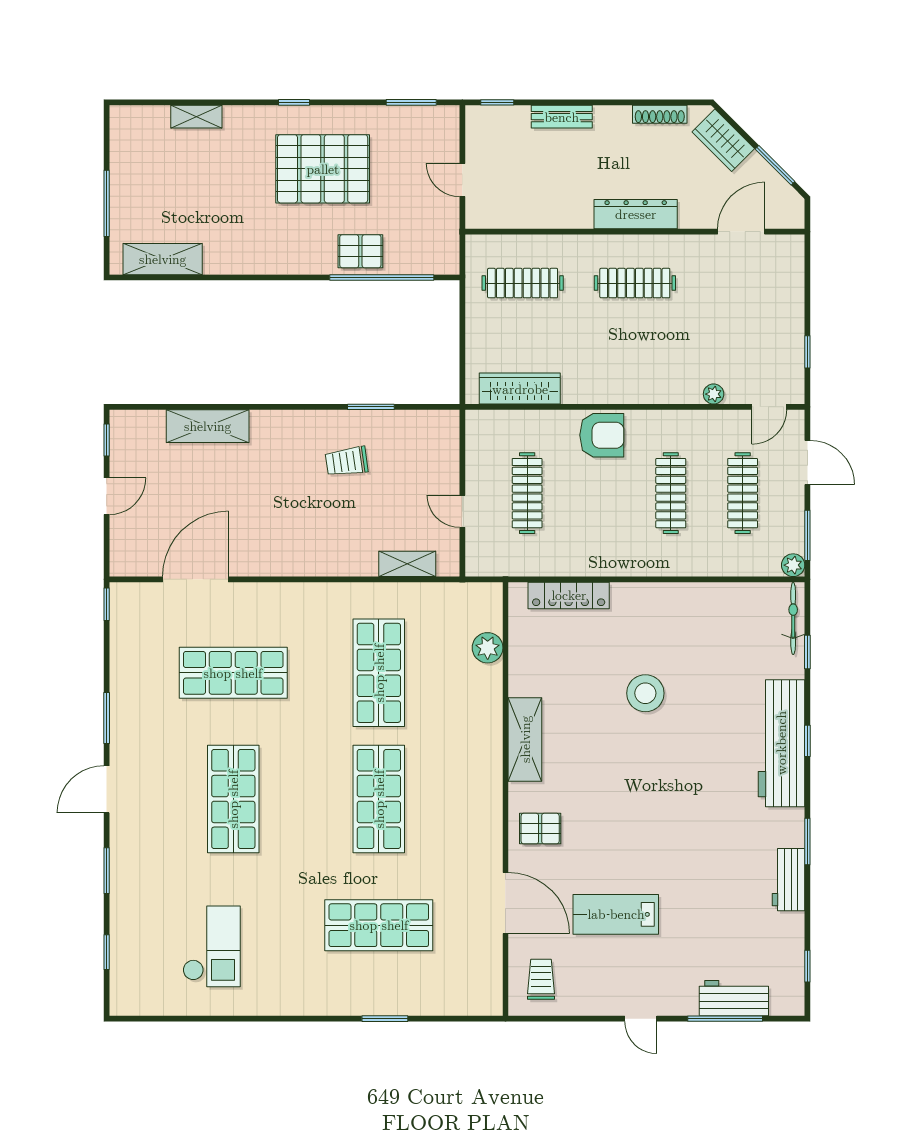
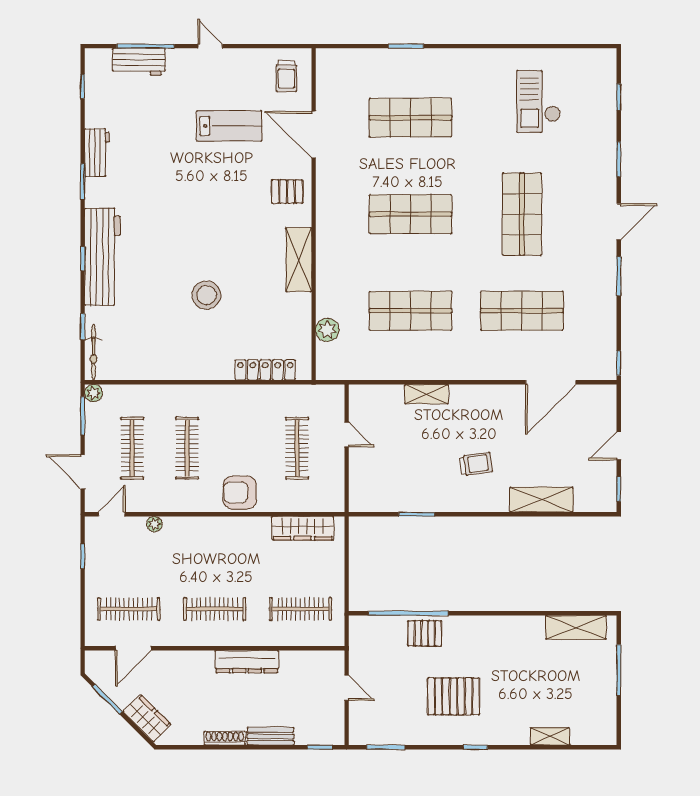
shoe rack: (660, 114) -> (225, 738), moved
pallet: (323, 169) -> (454, 696), width x0.73, depth x0.71
dresser: (636, 214) -> (247, 662), moved
clothes rail: (747, 283) -> (129, 609), added
trolley: (347, 462) -> (476, 464), moved
shelving: (407, 564) -> (426, 394), moved
shop shelf: (379, 673) -> (411, 311), turned 90
shop shelf: (379, 799) -> (411, 214), turned 90

